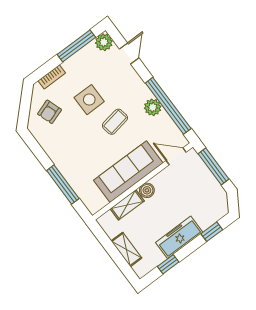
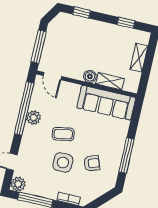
armchair: (49, 112) -> (92, 163), moved
sofa: (128, 172) -> (106, 103), moved
window: (63, 185) -> (127, 155), moved
freezer: (179, 237) -> (103, 30), removed

